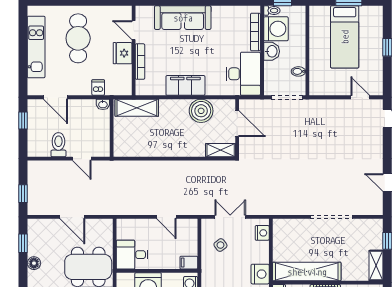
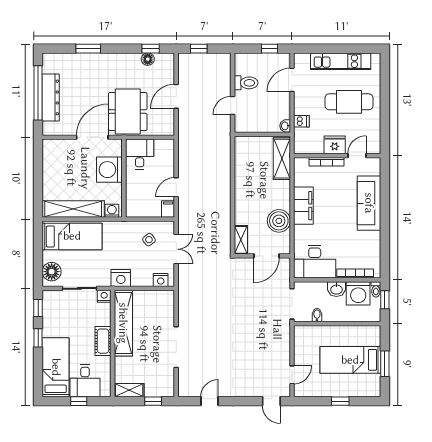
floor lamp: (34, 263) -> (148, 59), moved
filing cabinet: (189, 263) -> (168, 209), moved

